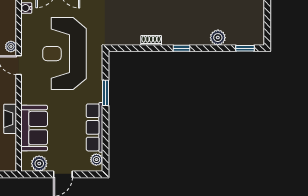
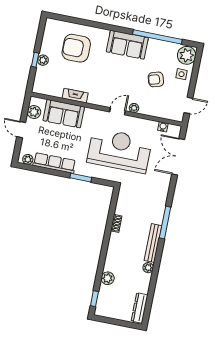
window: (182, 48) -> (105, 247), removed

